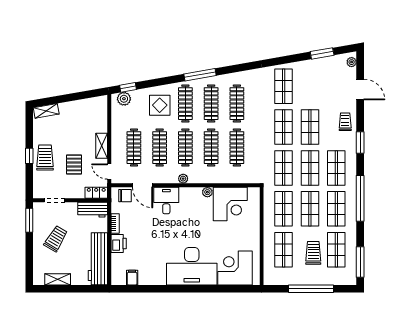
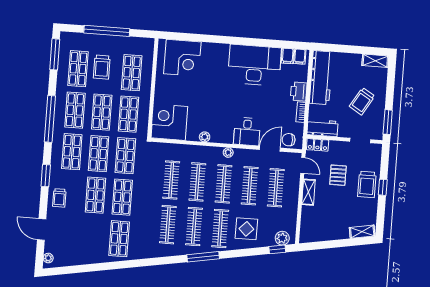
window: (322, 53) -> (77, 269), removed
door: (143, 185) -> (270, 149), hinge flipped
corner desk: (230, 204) -> (169, 122), moved
desk: (192, 266) -> (254, 65), moved
filing cabinet: (120, 278) -> (300, 57), added
shelving: (58, 279) -> (375, 61), moved

